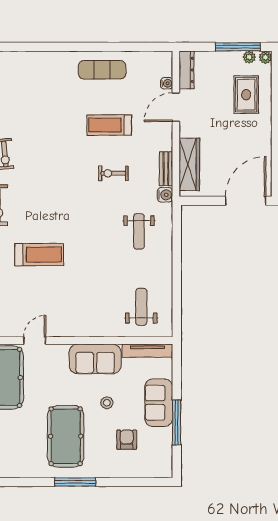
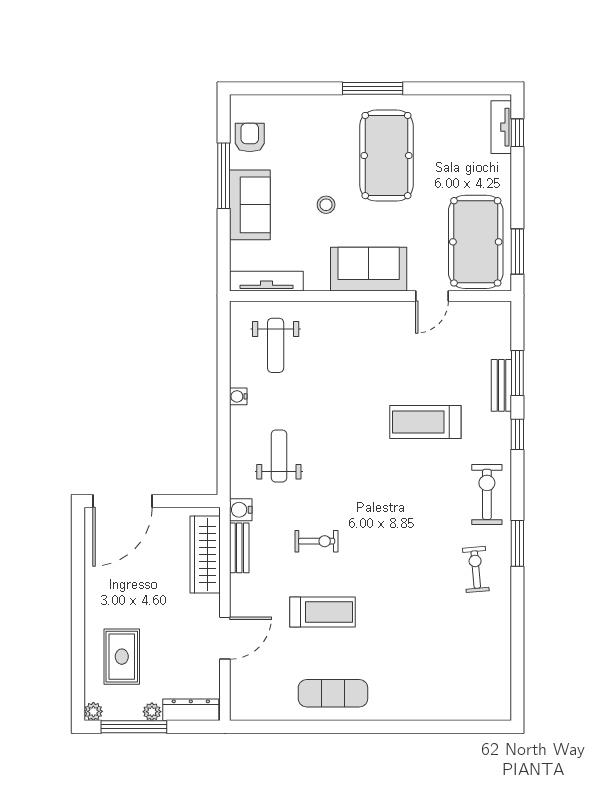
plant: (249, 57) -> (152, 712), moved
dresser: (187, 70) -> (191, 710), moved, turned 90
water cooler: (167, 83) -> (238, 396), moved
sofa: (95, 359) -> (369, 269), moved
armchair: (127, 440) -> (250, 138), moved, turned 180

